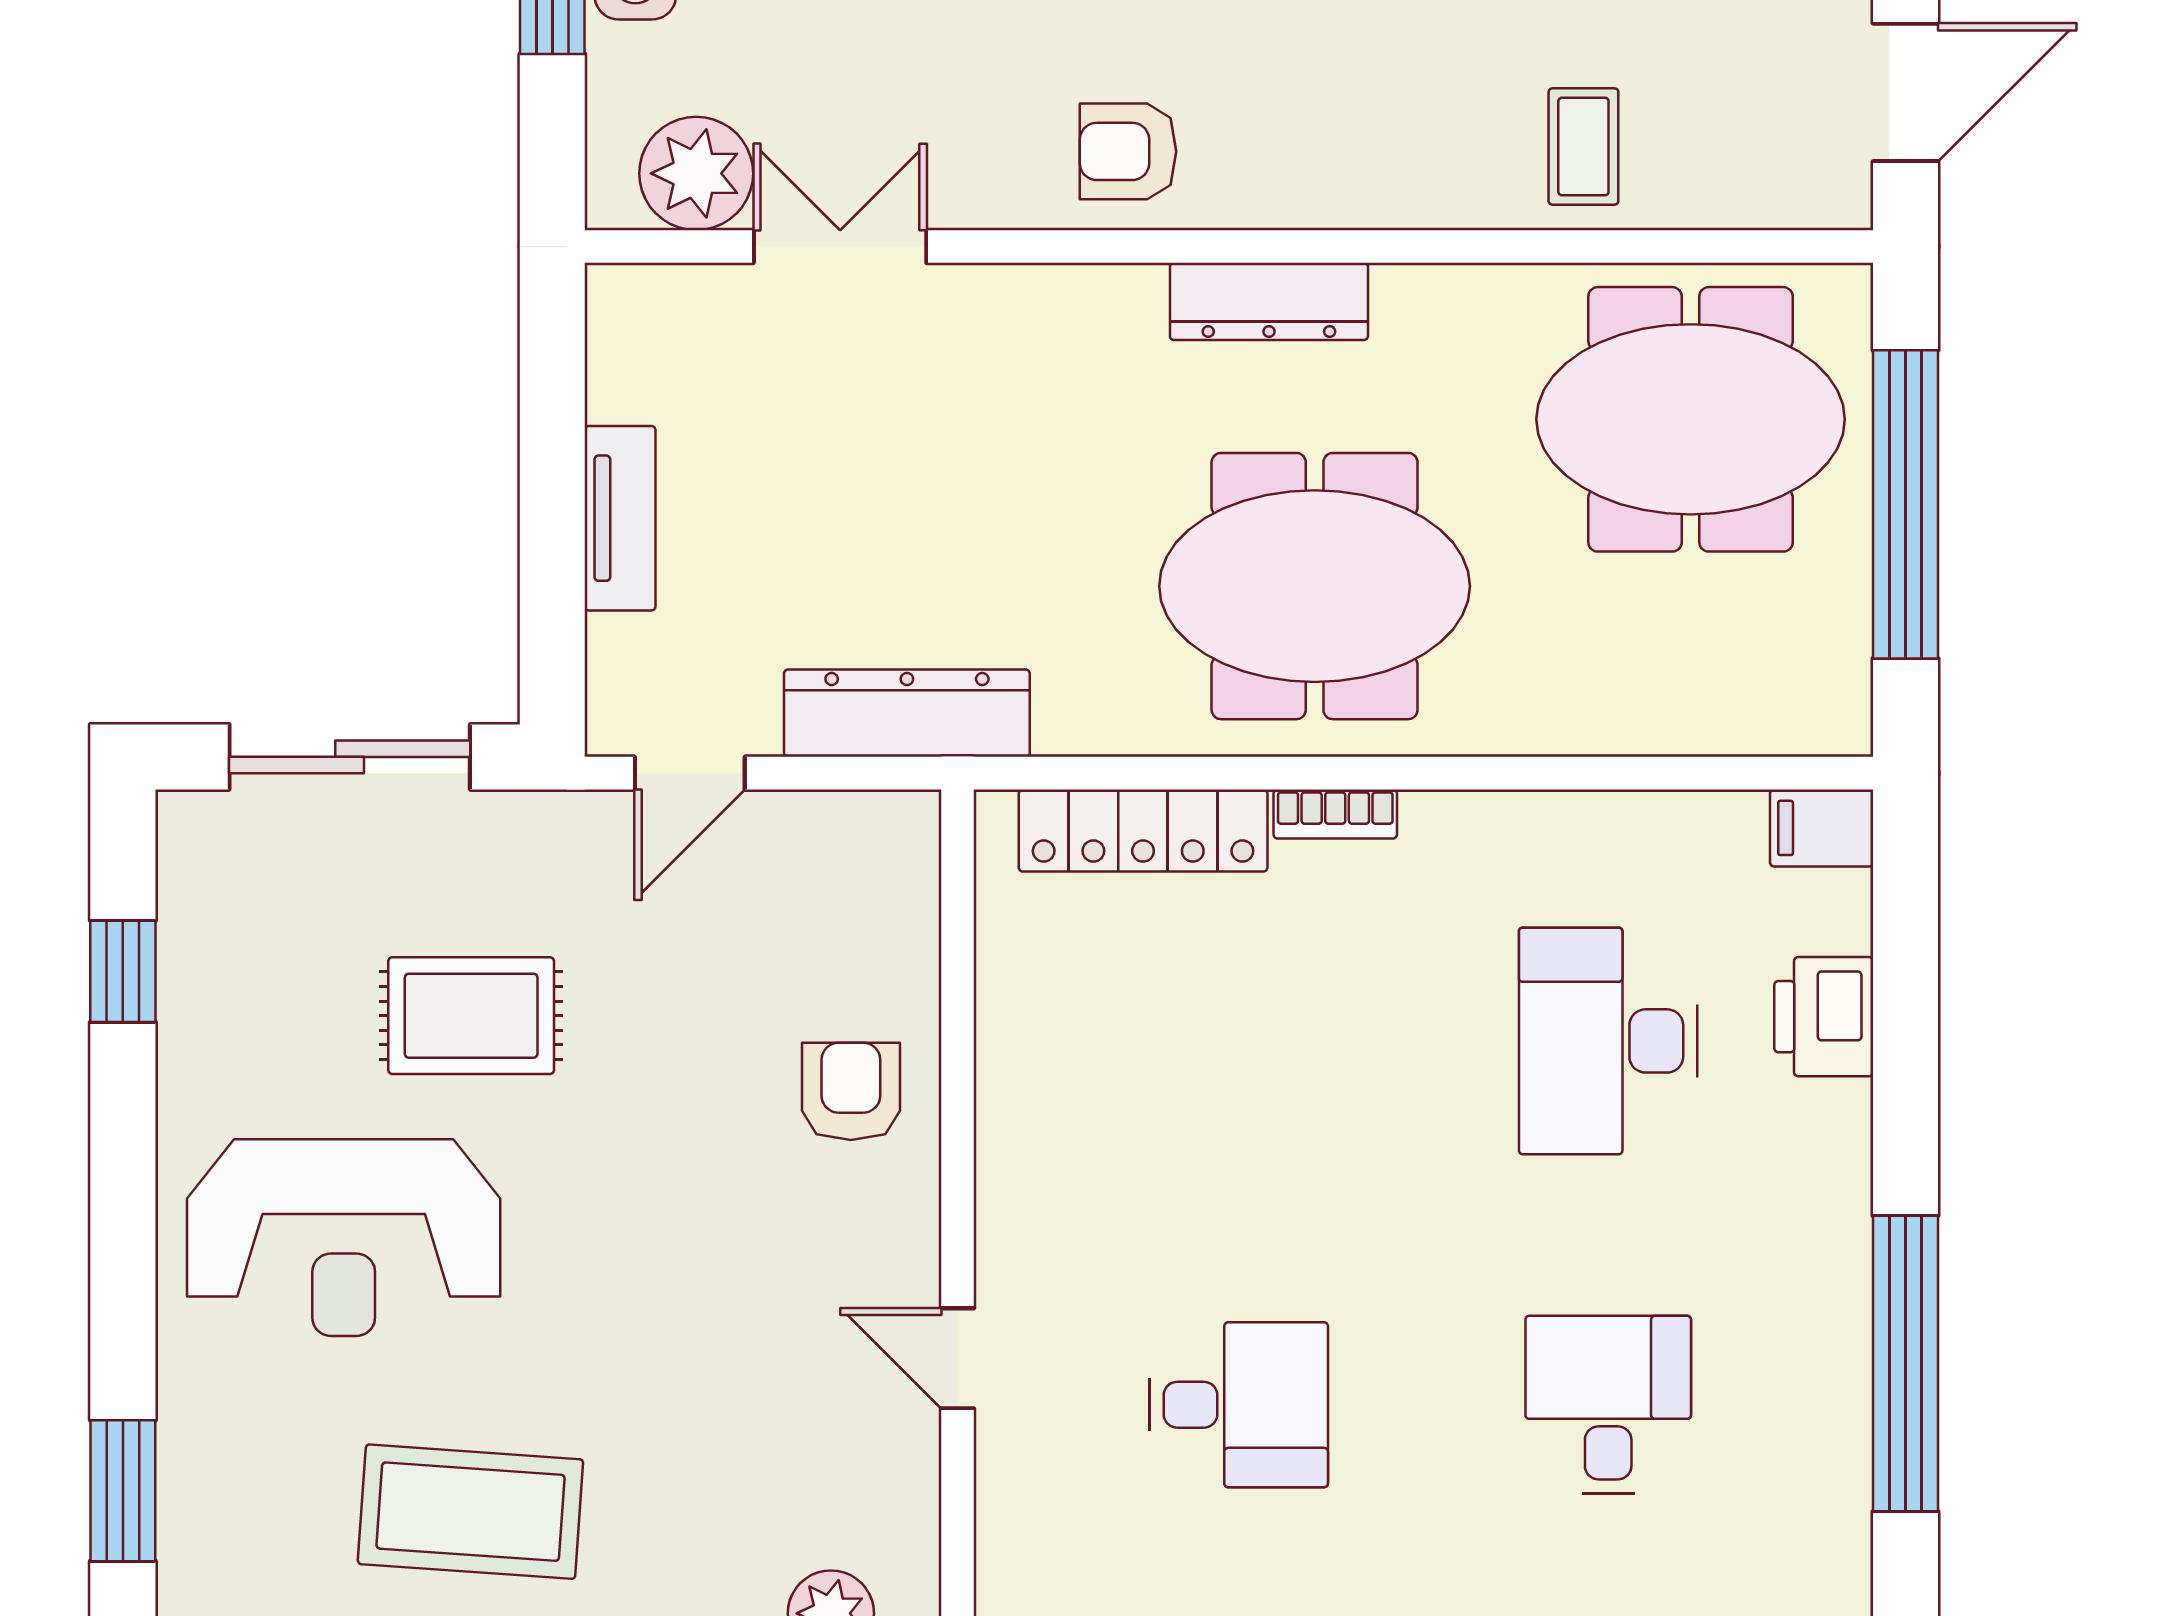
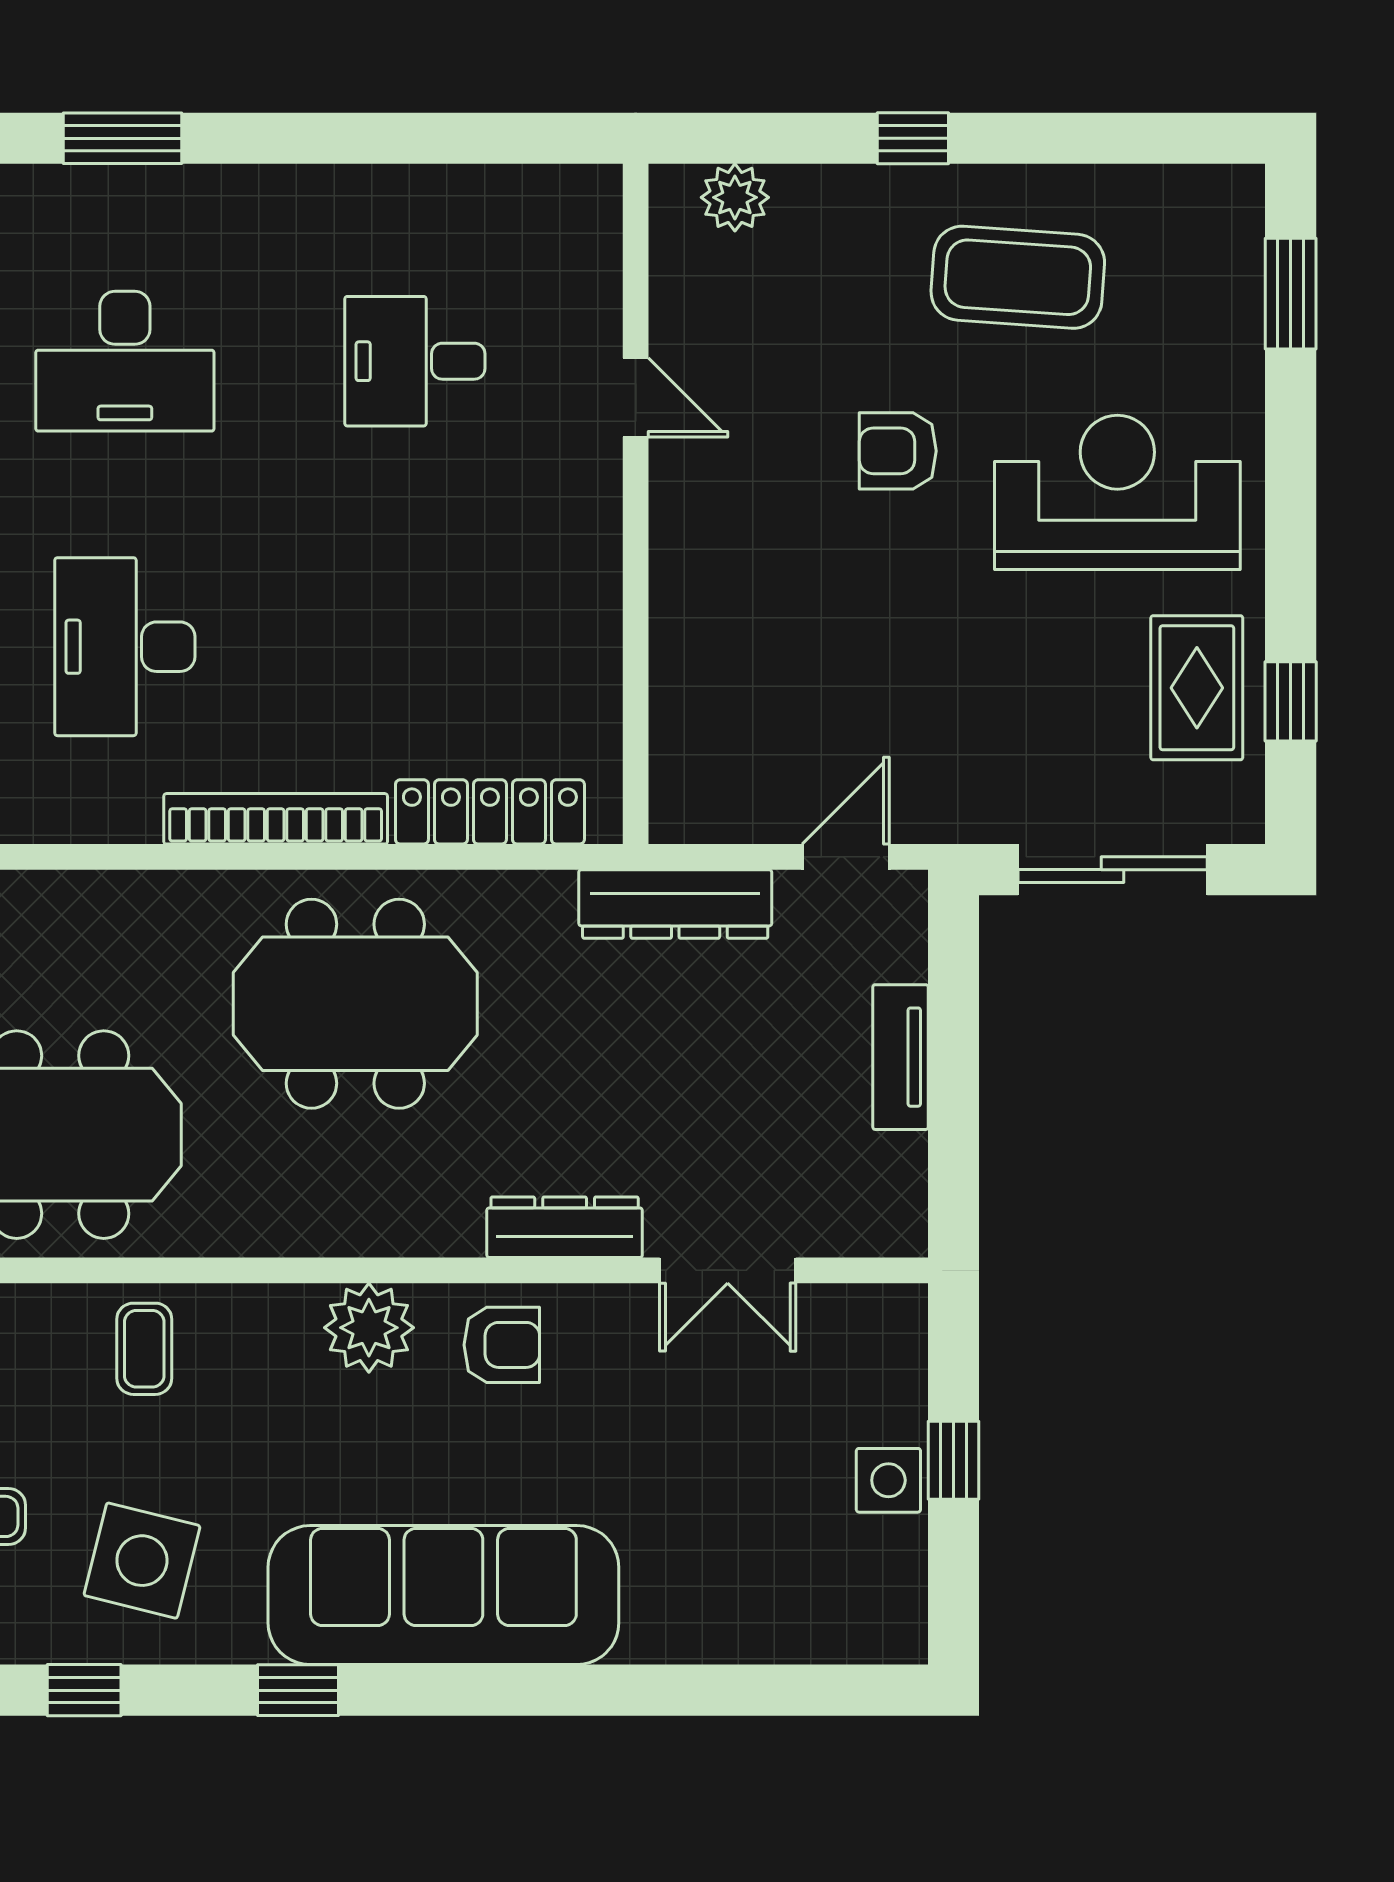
plant: (696, 173) -> (369, 1328), moved
dresser: (1269, 301) -> (565, 1227), moved
bookcase: (1335, 814) -> (276, 819), width x2.31, depth x1.31
rug: (471, 1016) -> (1197, 688), moved, turned 90
desk: (1608, 1041) -> (125, 647), turned 180
armchair: (851, 1091) -> (898, 451), moved, turned 90
desk: (1608, 1405) -> (125, 361), width x1.37

